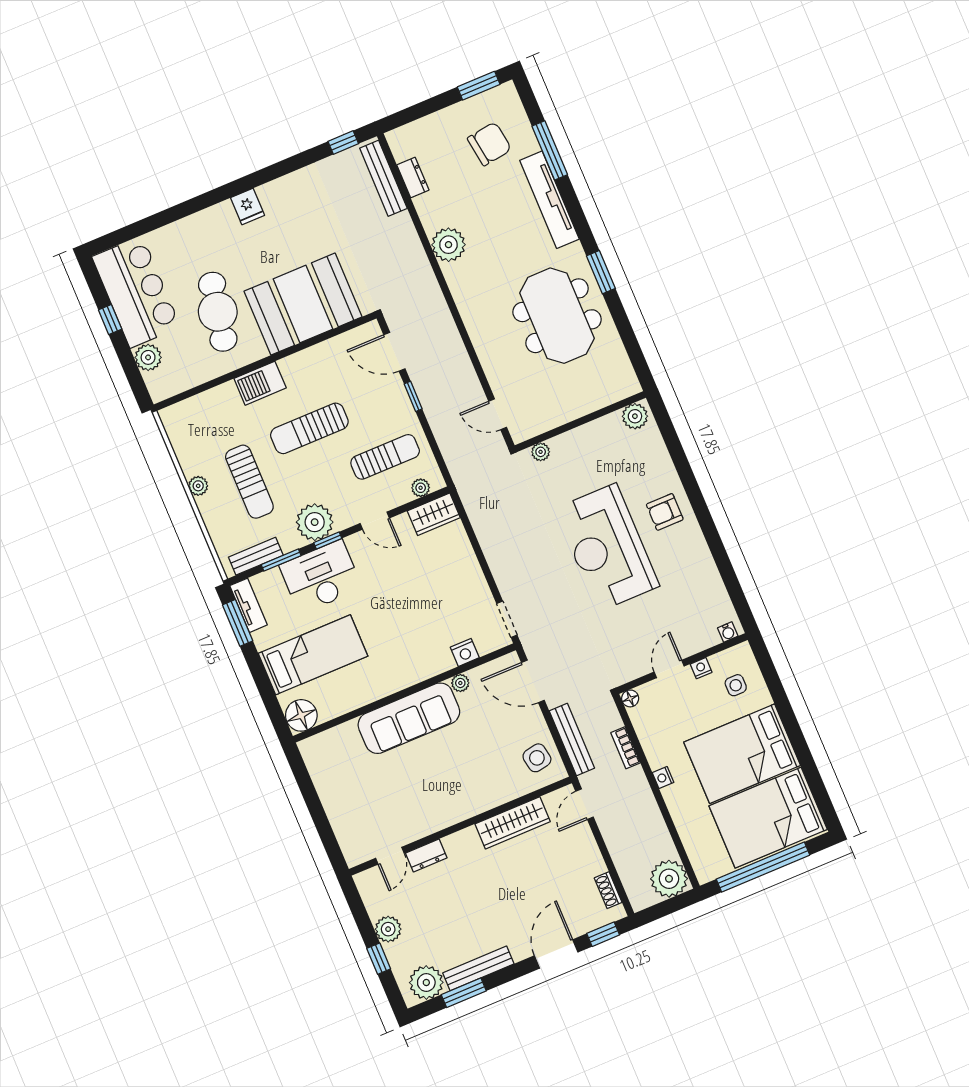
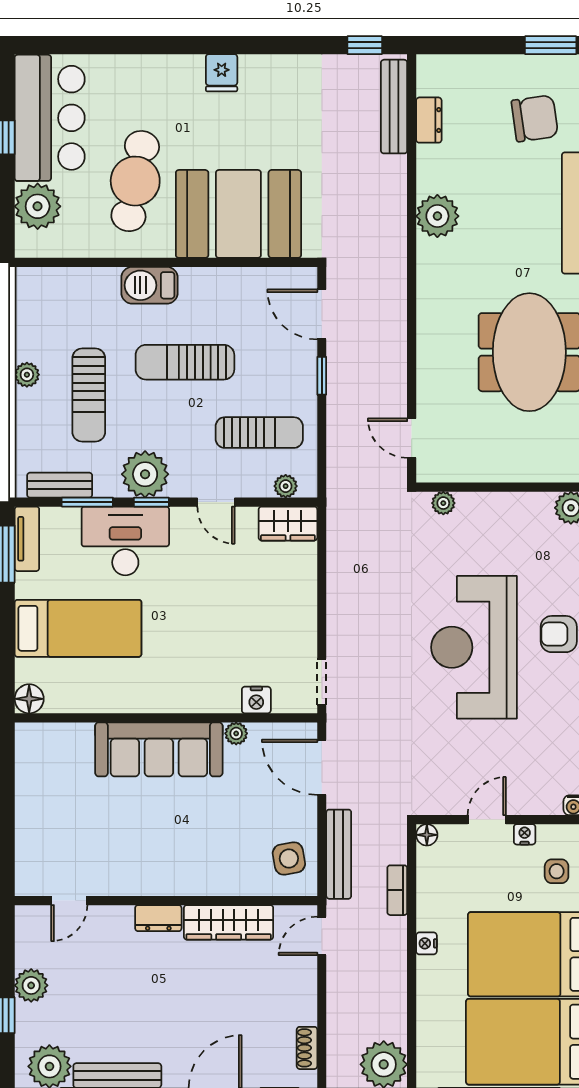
plant: (148, 357) -> (38, 206), width x1.36, depth x1.36
floor lamp: (301, 715) -> (29, 699), width x0.73, depth x0.73
dresser: (426, 855) -> (158, 918), moved

